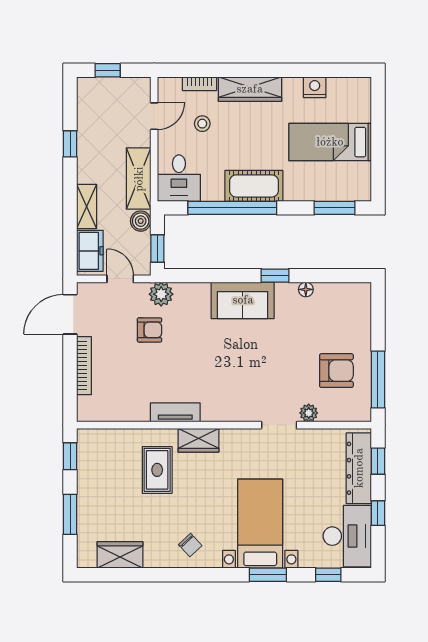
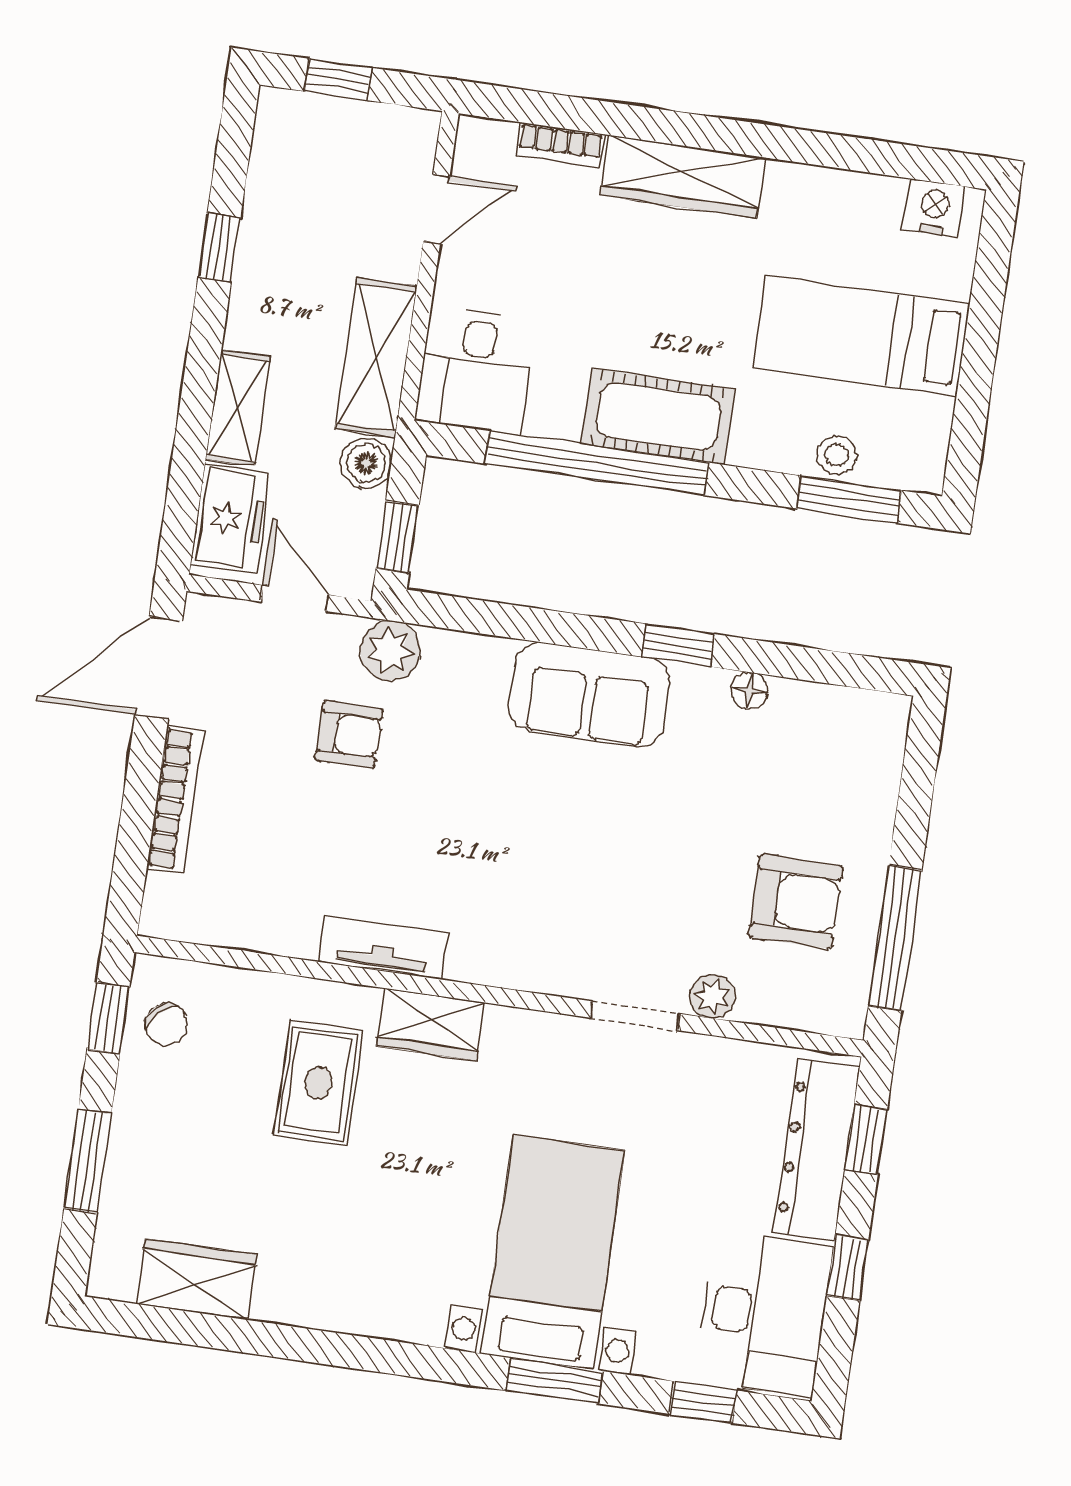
nightstand: (315, 87) -> (934, 208), moved
stool: (202, 124) -> (837, 455), moved
chair: (190, 545) -> (167, 1025), moved

